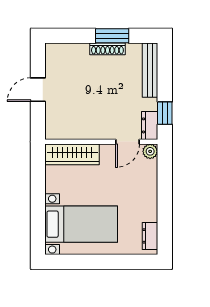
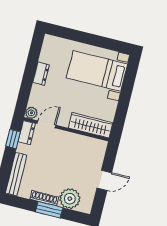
window: (112, 36) -> (49, 210), moved
plant: (75, 56) -> (70, 199), added
dresser: (150, 236) -> (41, 74), moved

